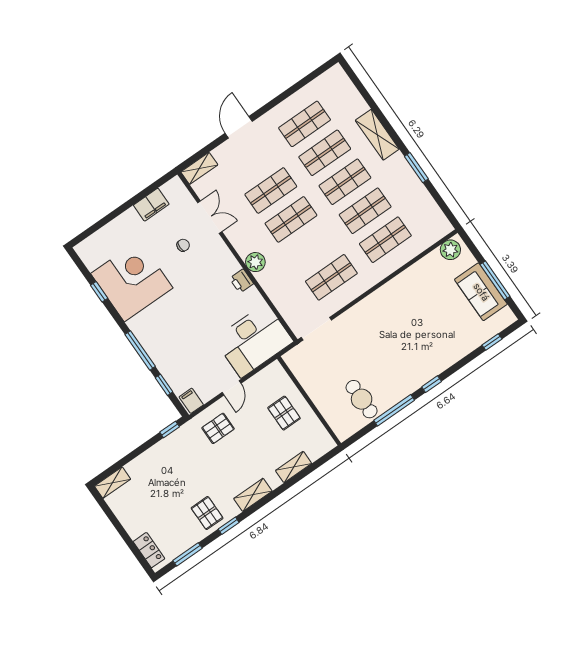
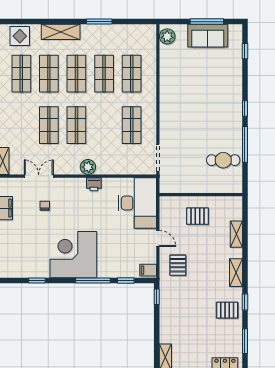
display table: (343, 95) -> (20, 36), added
corner desk: (132, 281) -> (73, 255), moved

